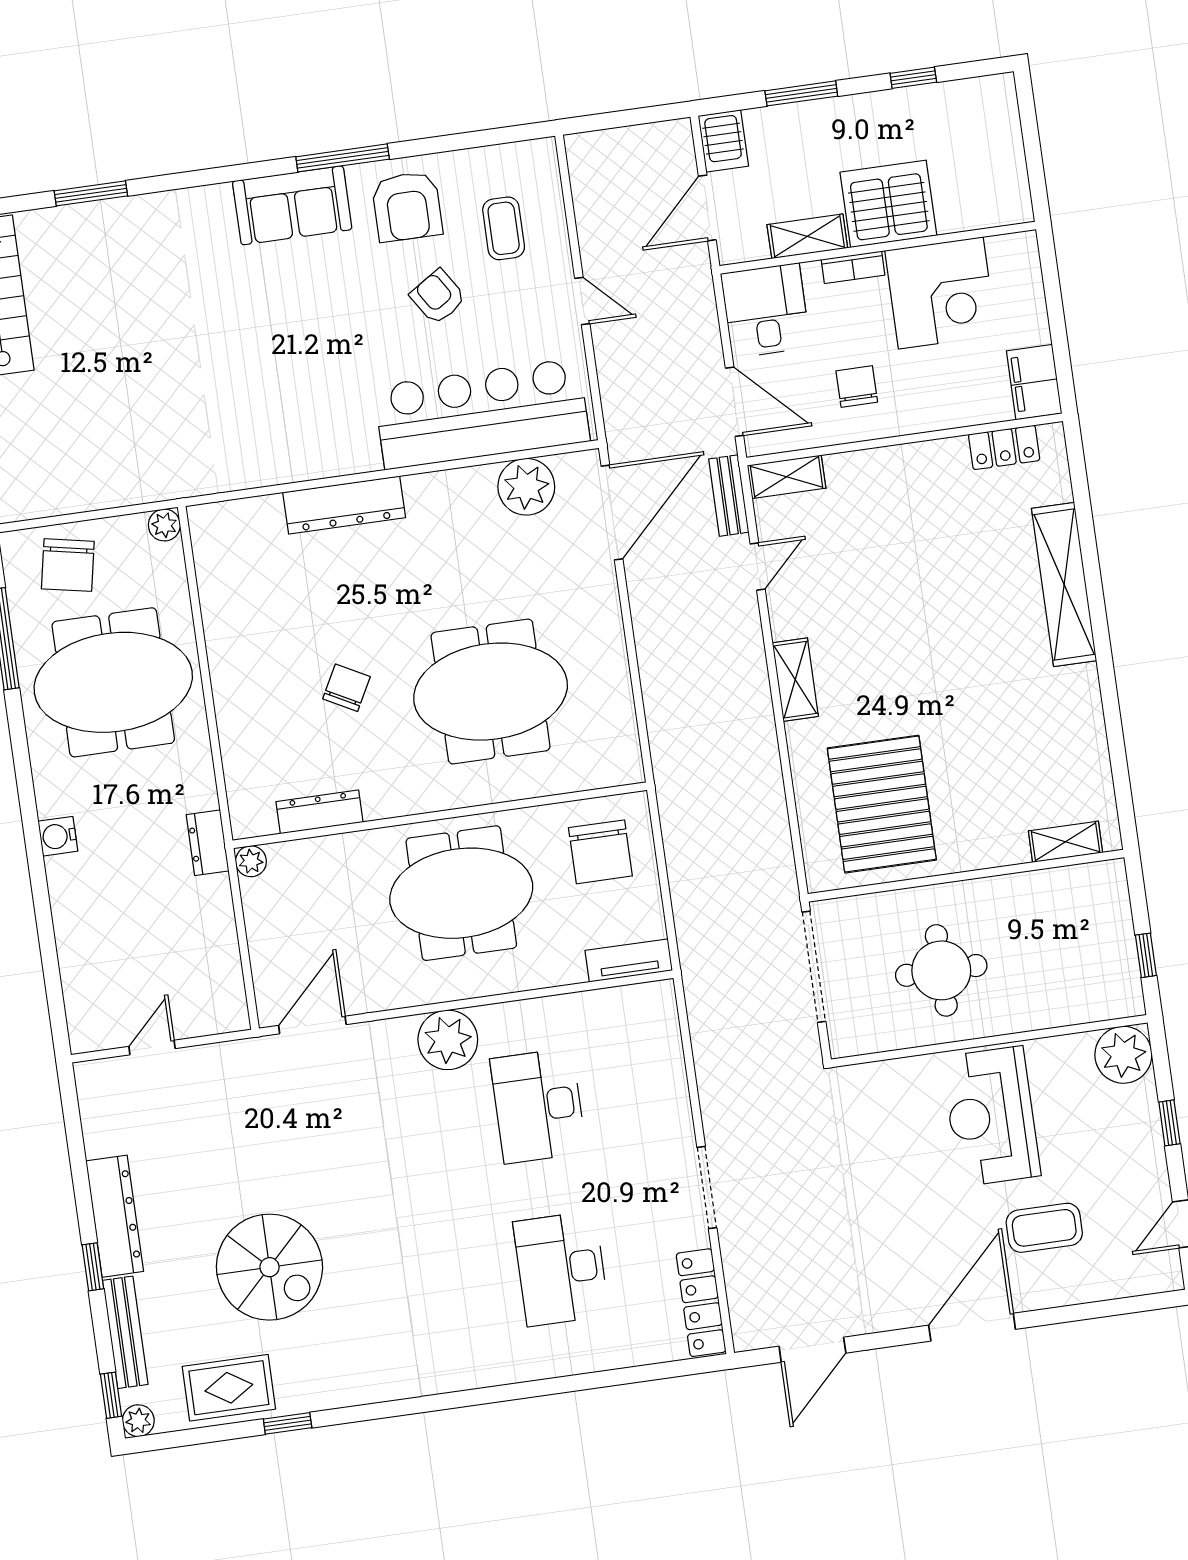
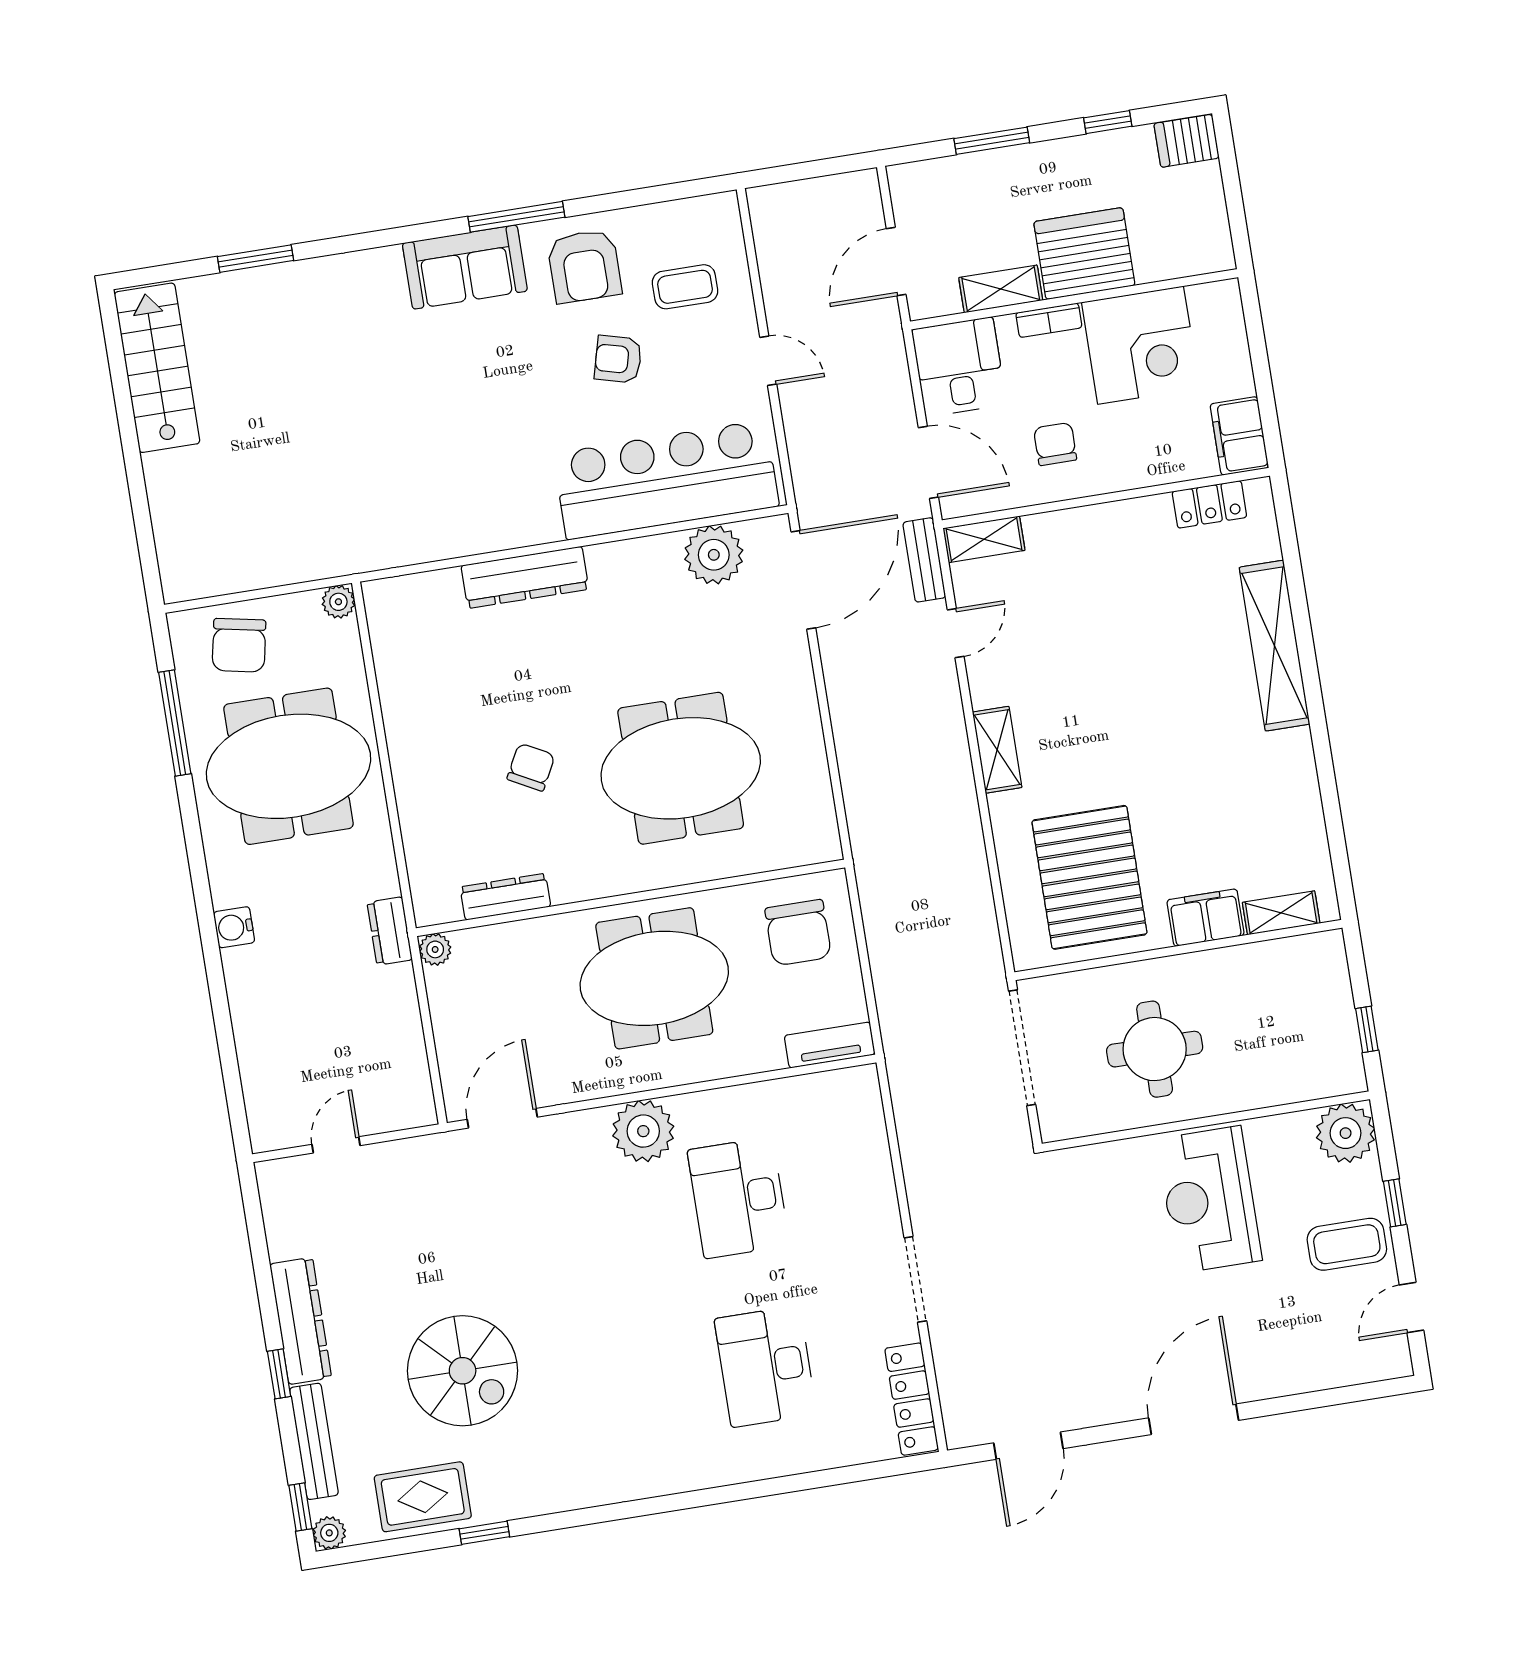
server rack: (723, 141) -> (1187, 141), moved, turned 90
coffee table: (504, 228) -> (685, 287), turned 90
armchair: (438, 297) -> (618, 359), turned -42
filing cabinet: (993, 845) -> (1205, 918), added
coffee table: (1044, 1228) -> (1347, 1244), moved

